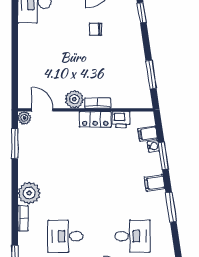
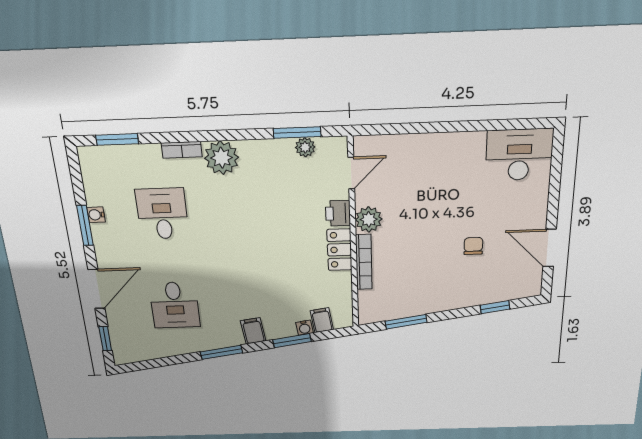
bookcase: (98, 103) -> (364, 262), width x1.56
plant: (24, 118) -> (305, 147), moved
printer: (121, 119) -> (338, 213), moved

